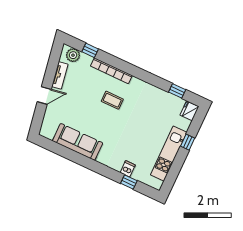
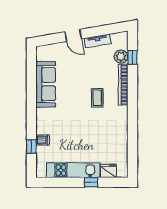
plant: (73, 55) -> (121, 57), moved
window: (177, 91) -> (132, 152), removed
fridge: (189, 111) -> (109, 171), moved

